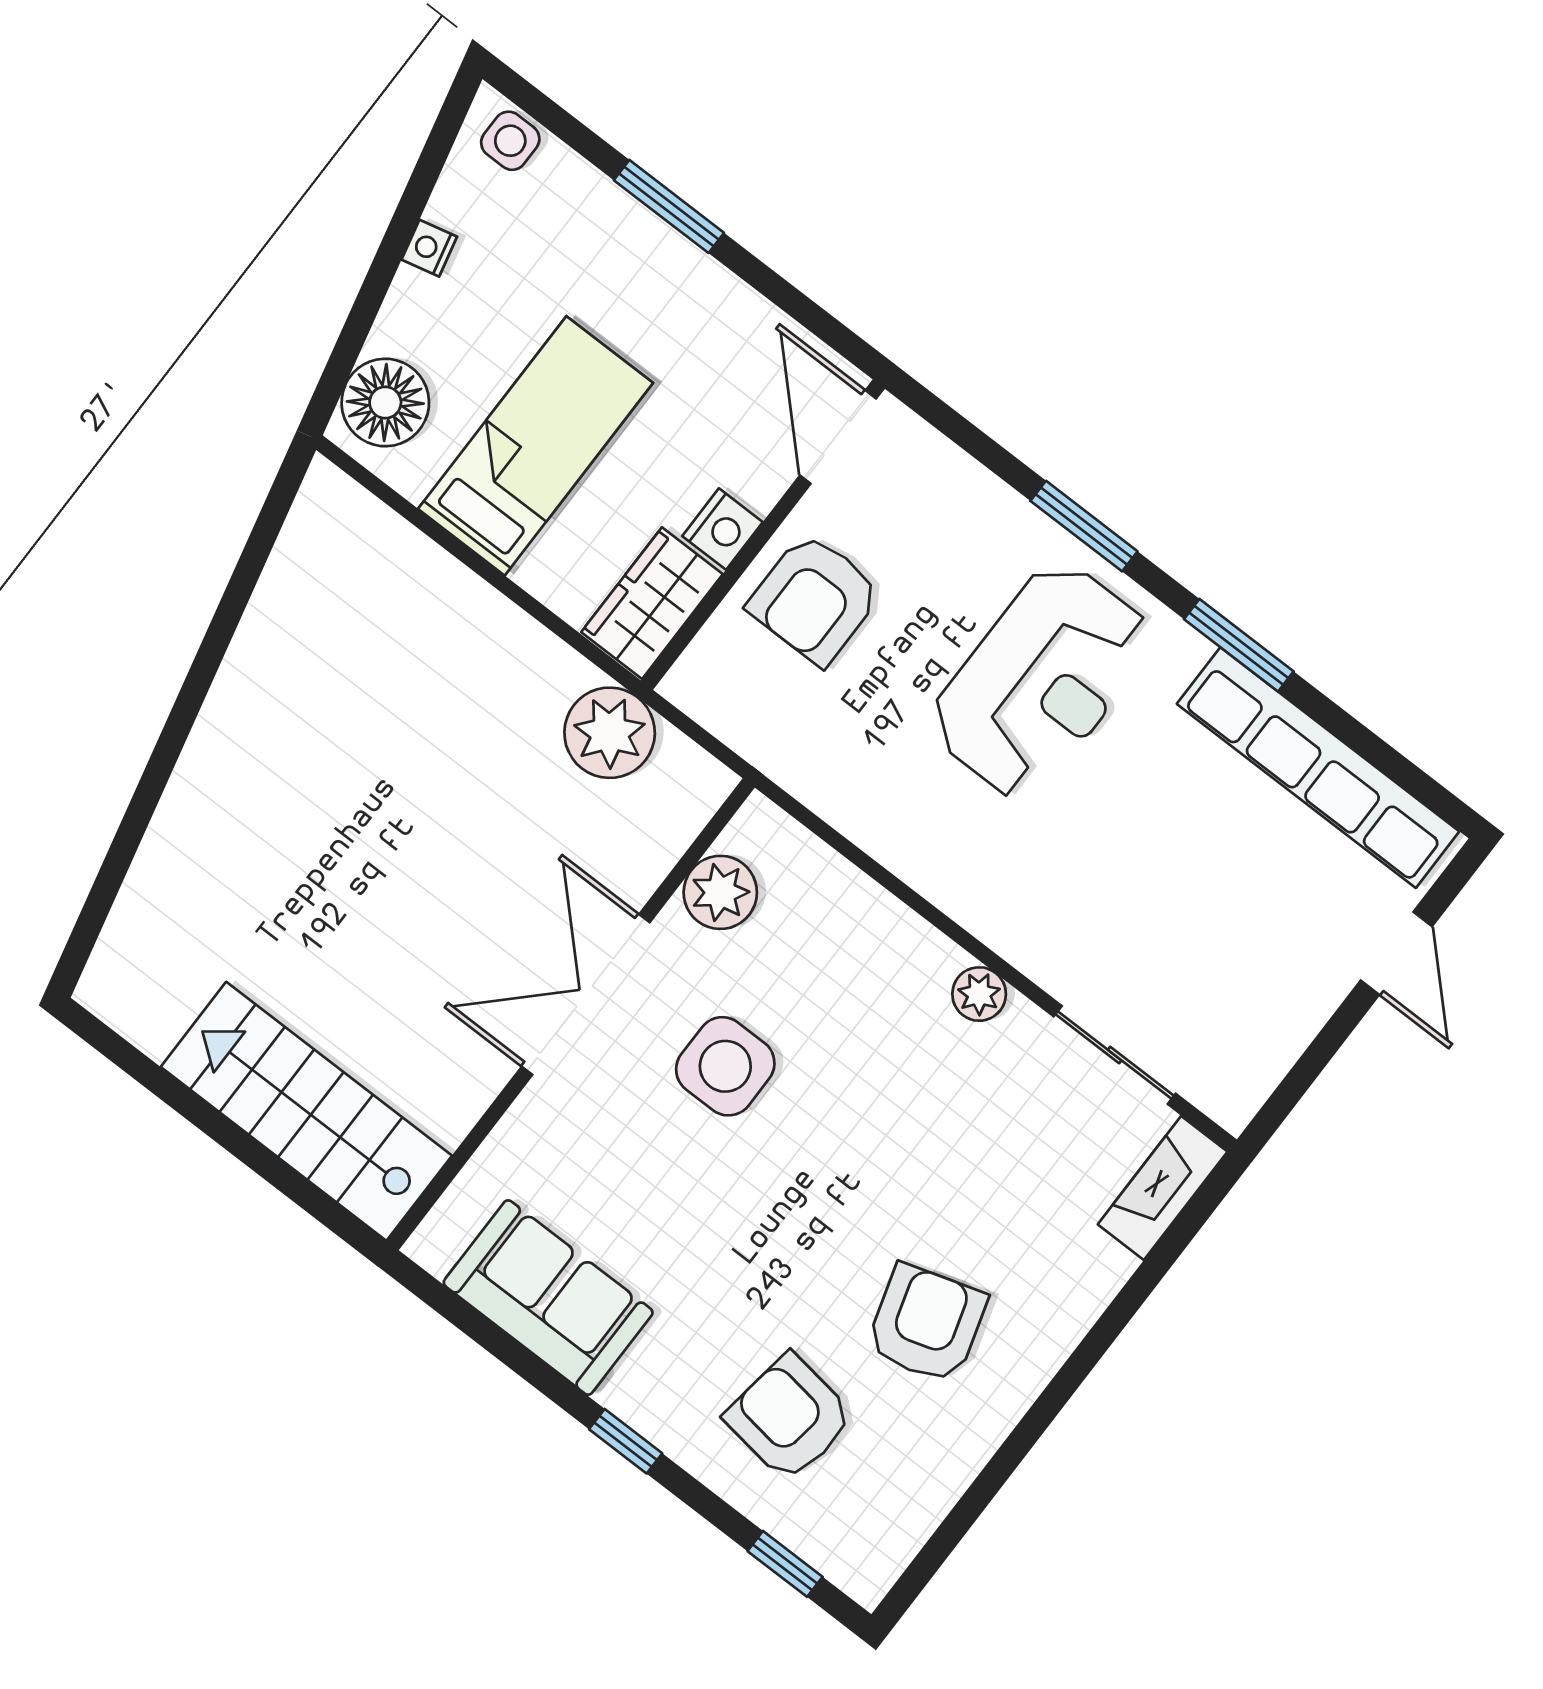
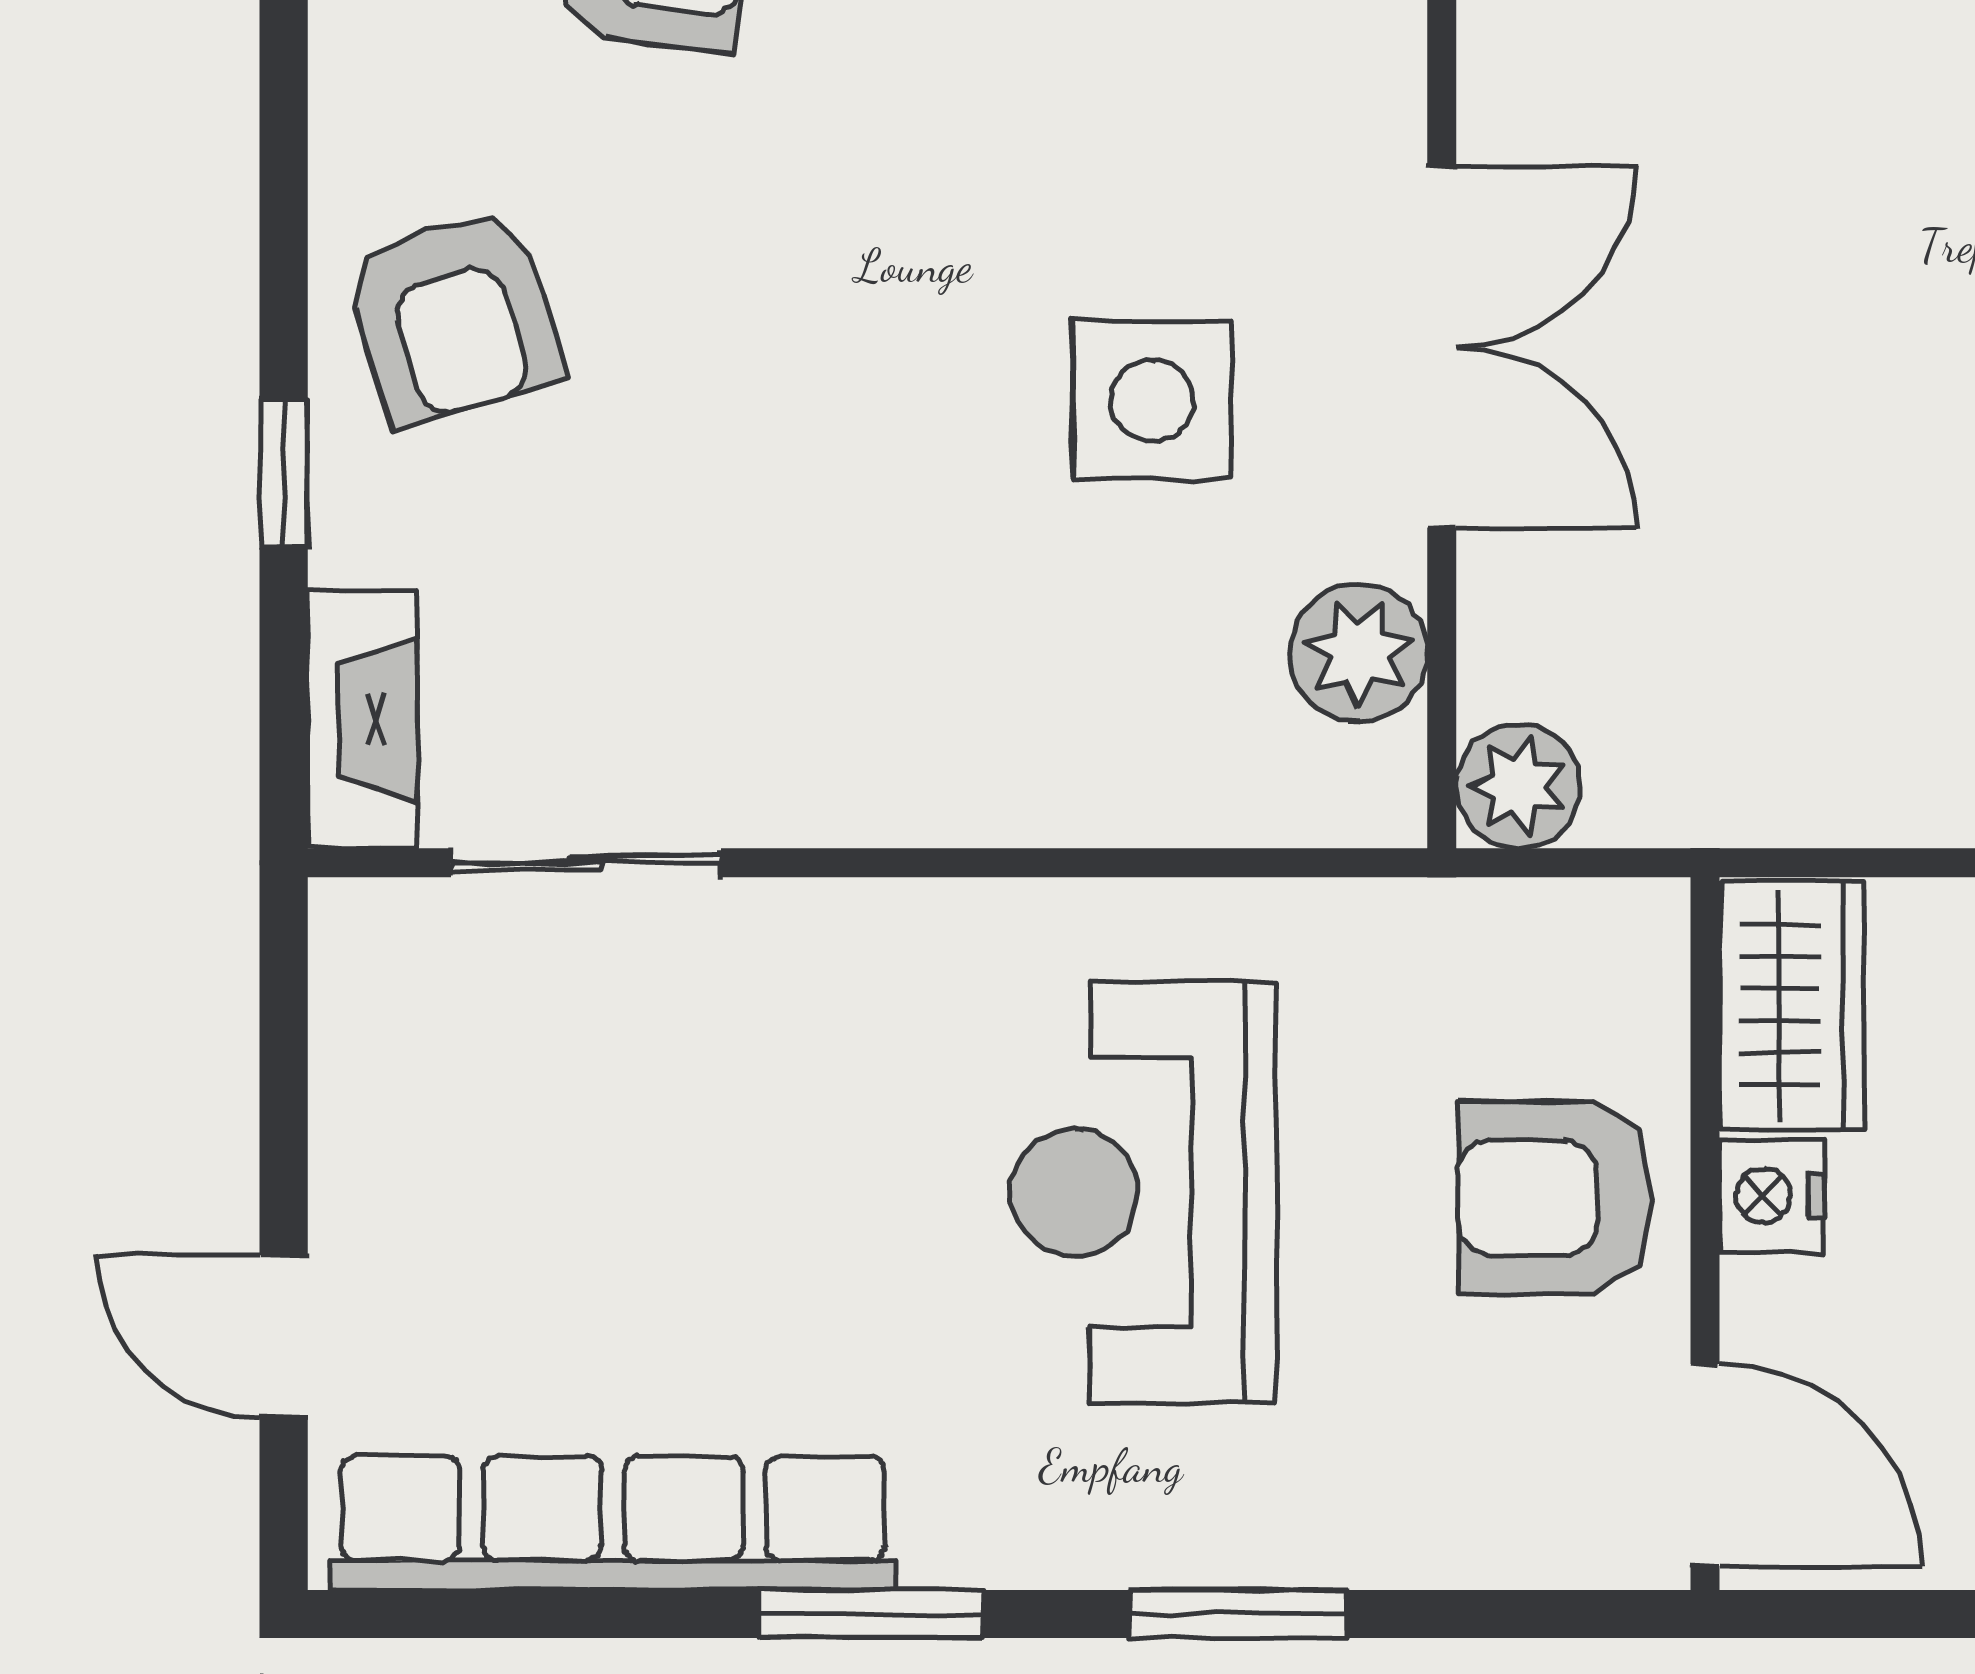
armchair: (815, 599) -> (1555, 1198), turned -90
reception desk: (1041, 681) -> (1143, 1193), moved
plant: (610, 733) -> (1518, 786), moved, width x0.73, depth x0.73
plant: (979, 994) -> (858, 798), removed
window: (1116, 1318) -> (284, 474), added
armchair: (927, 1324) -> (454, 316), moved

